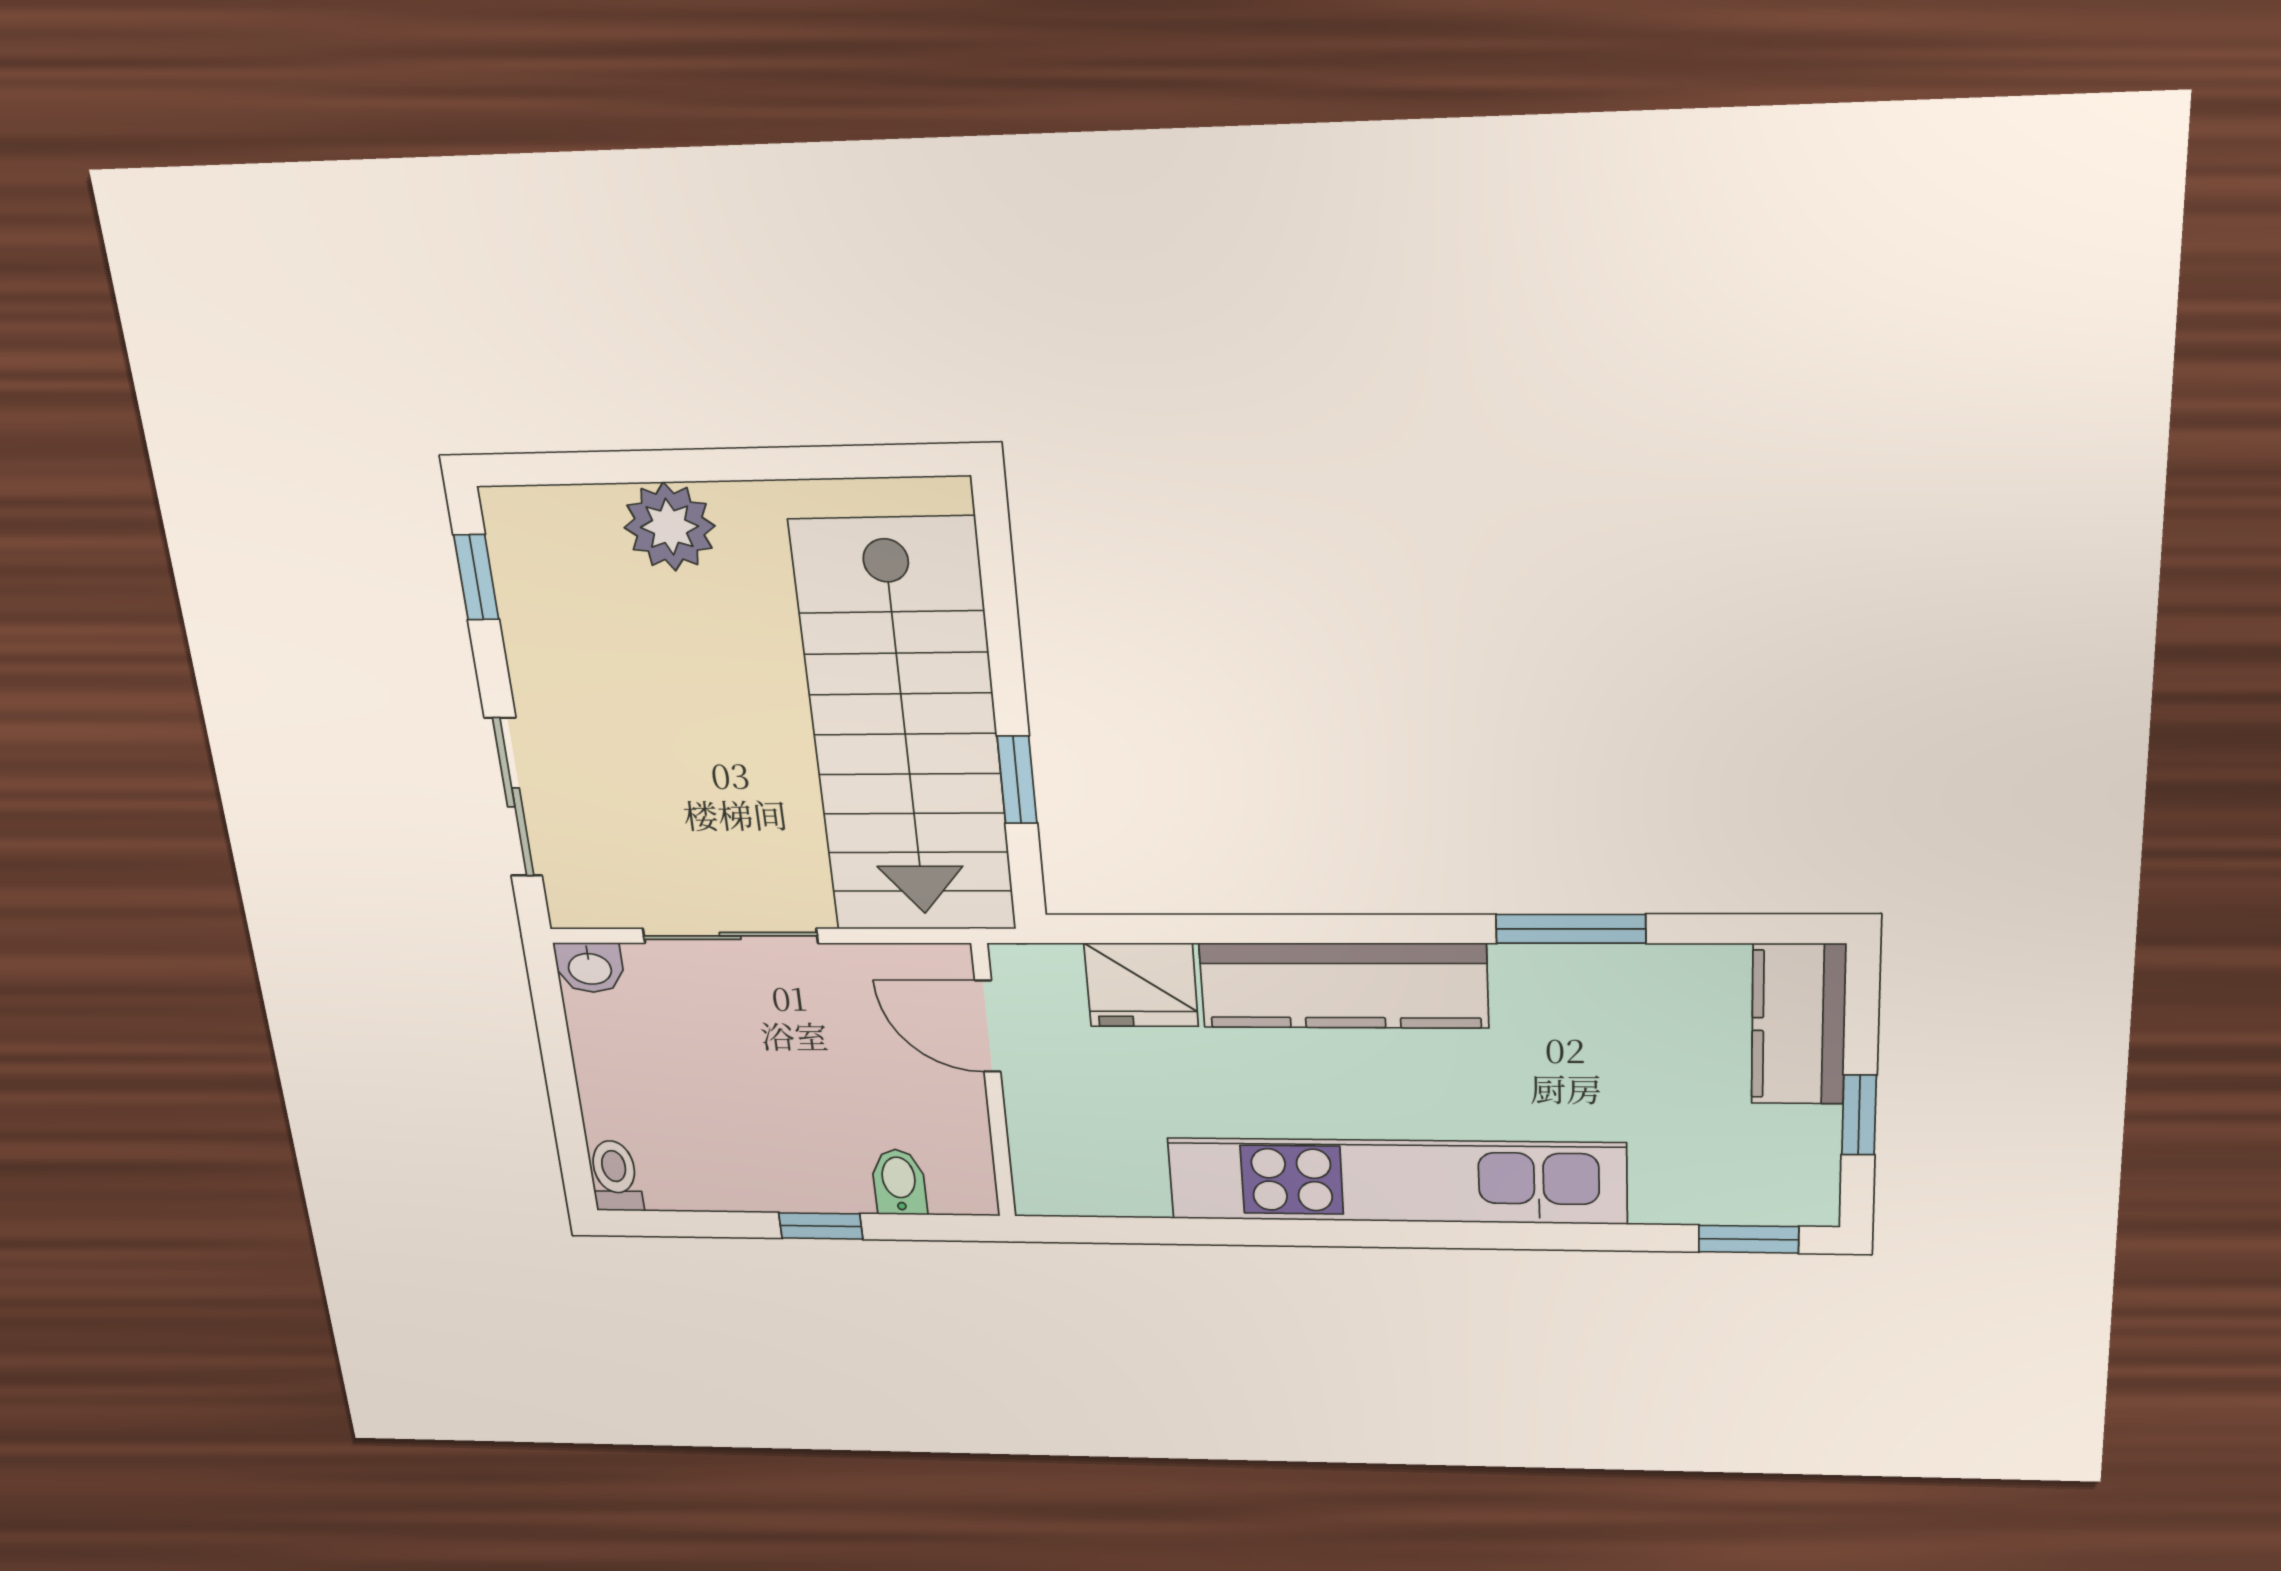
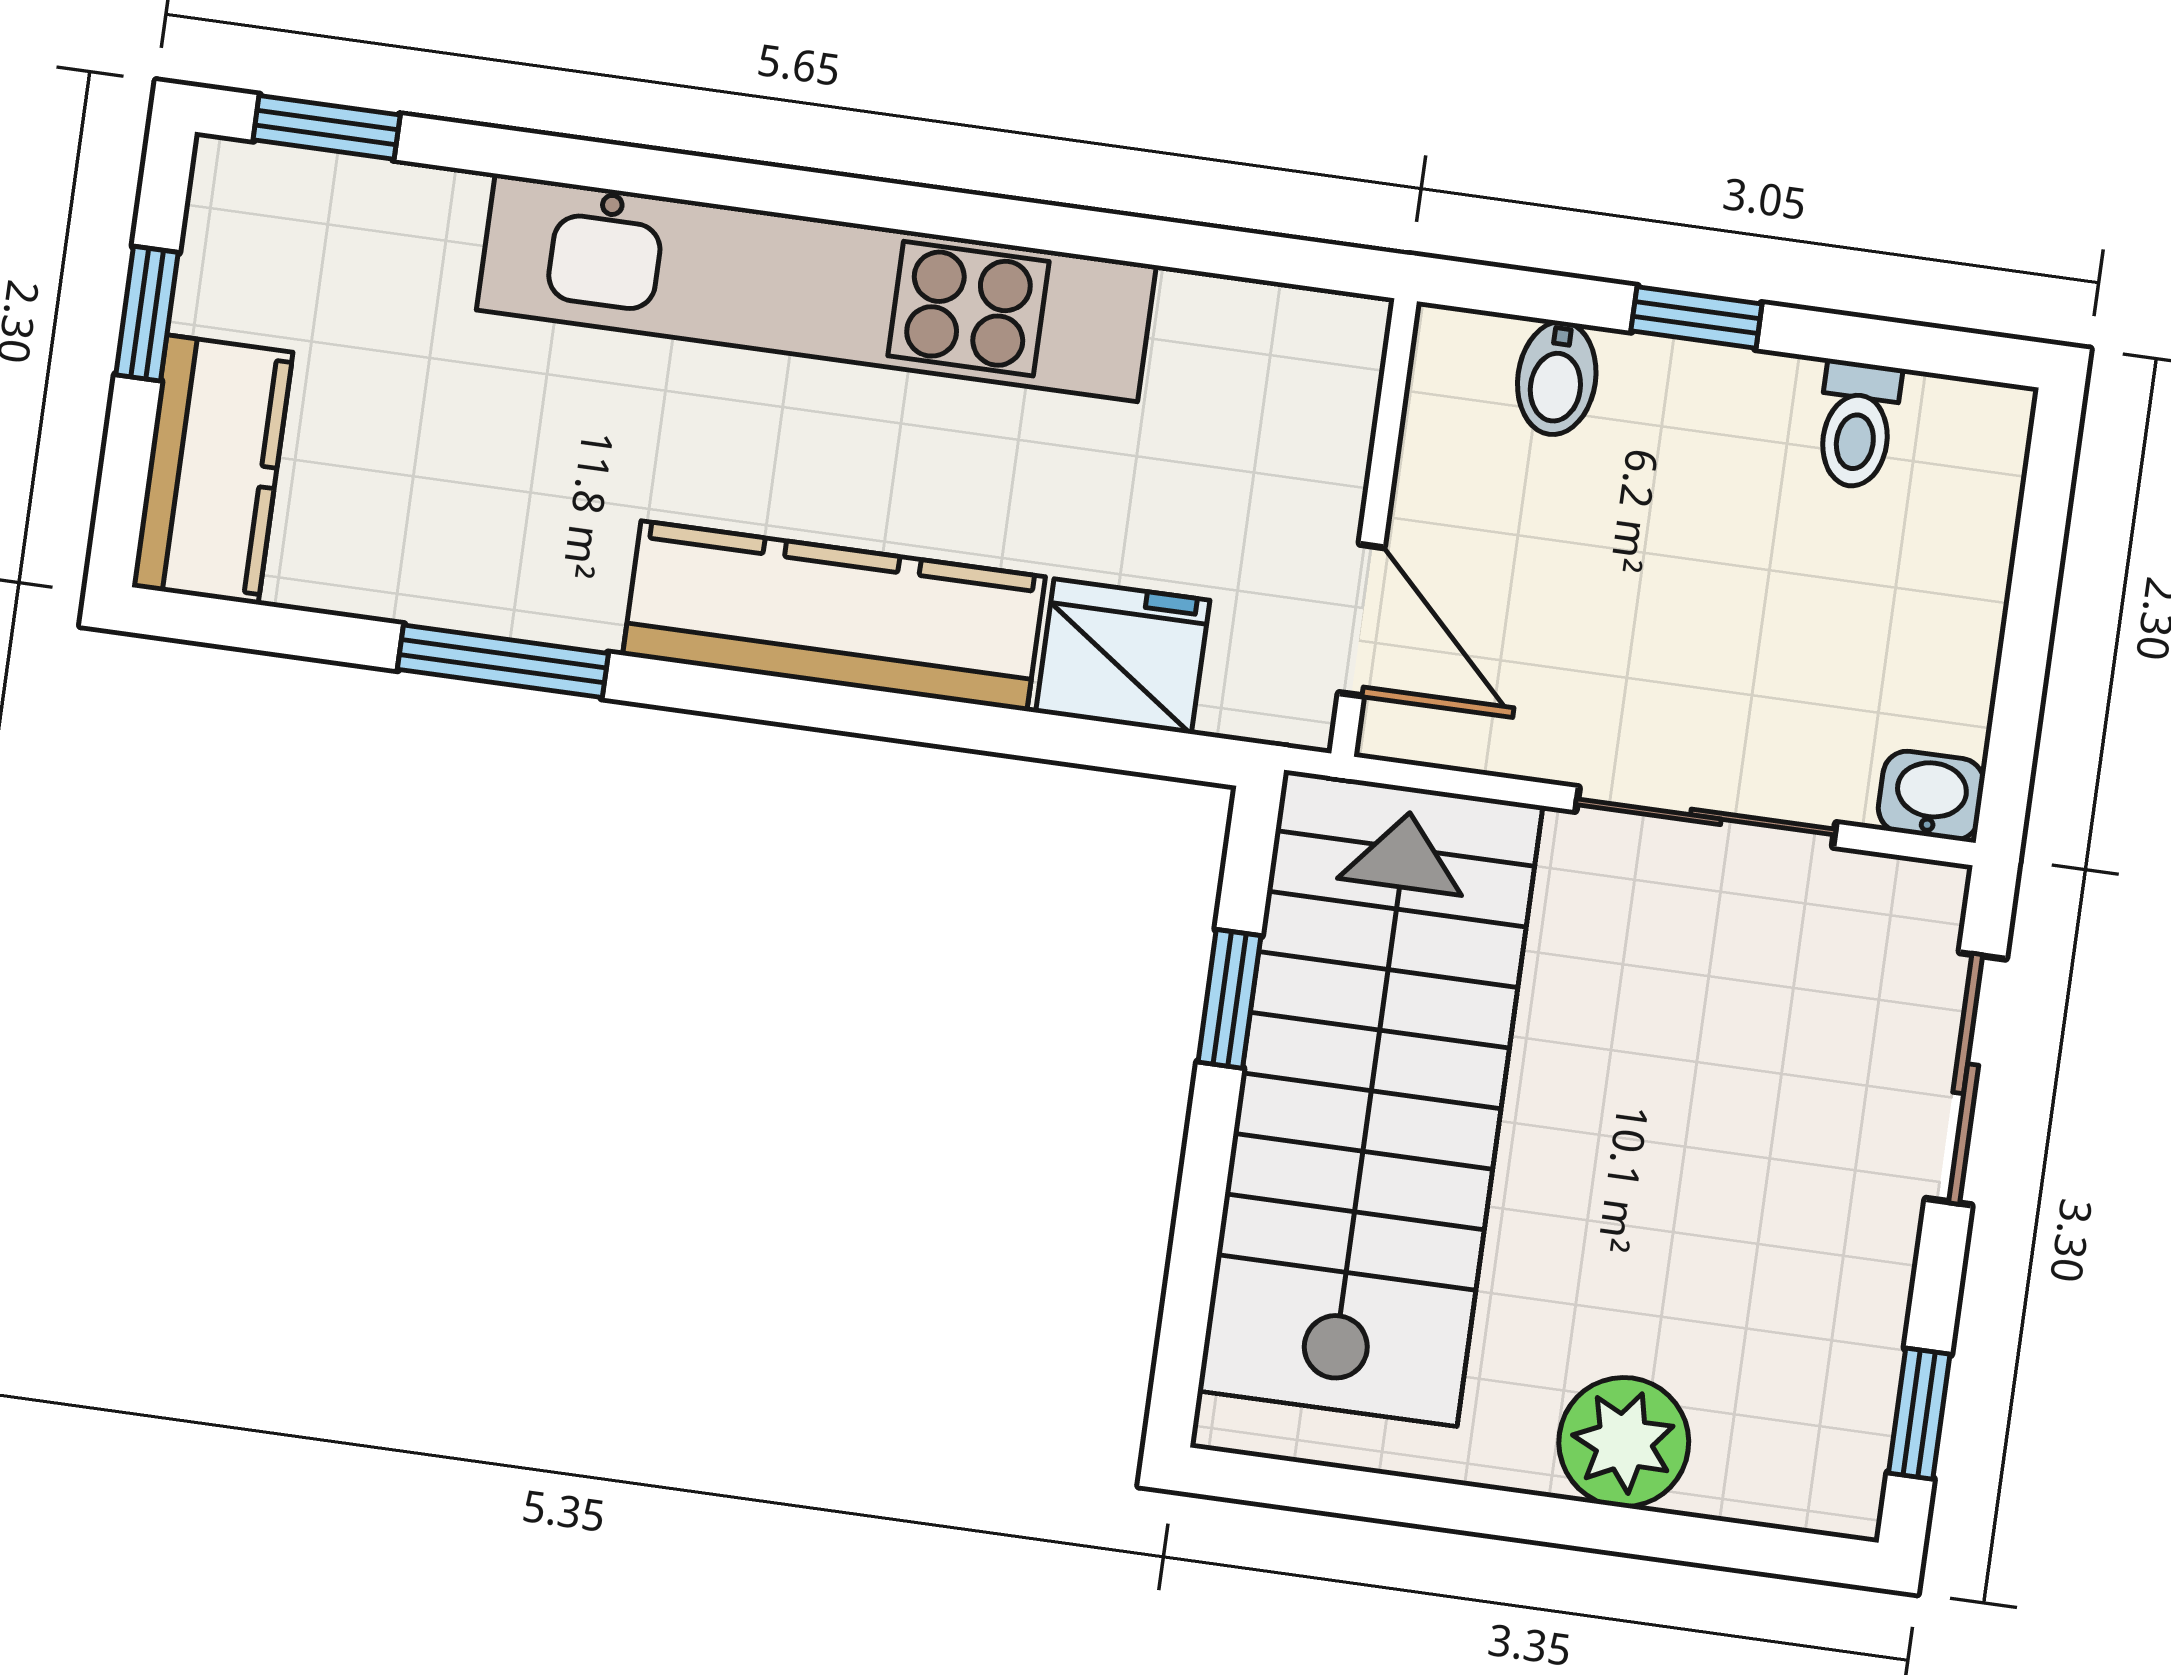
toilet: (615, 1176) -> (1857, 425), moved

